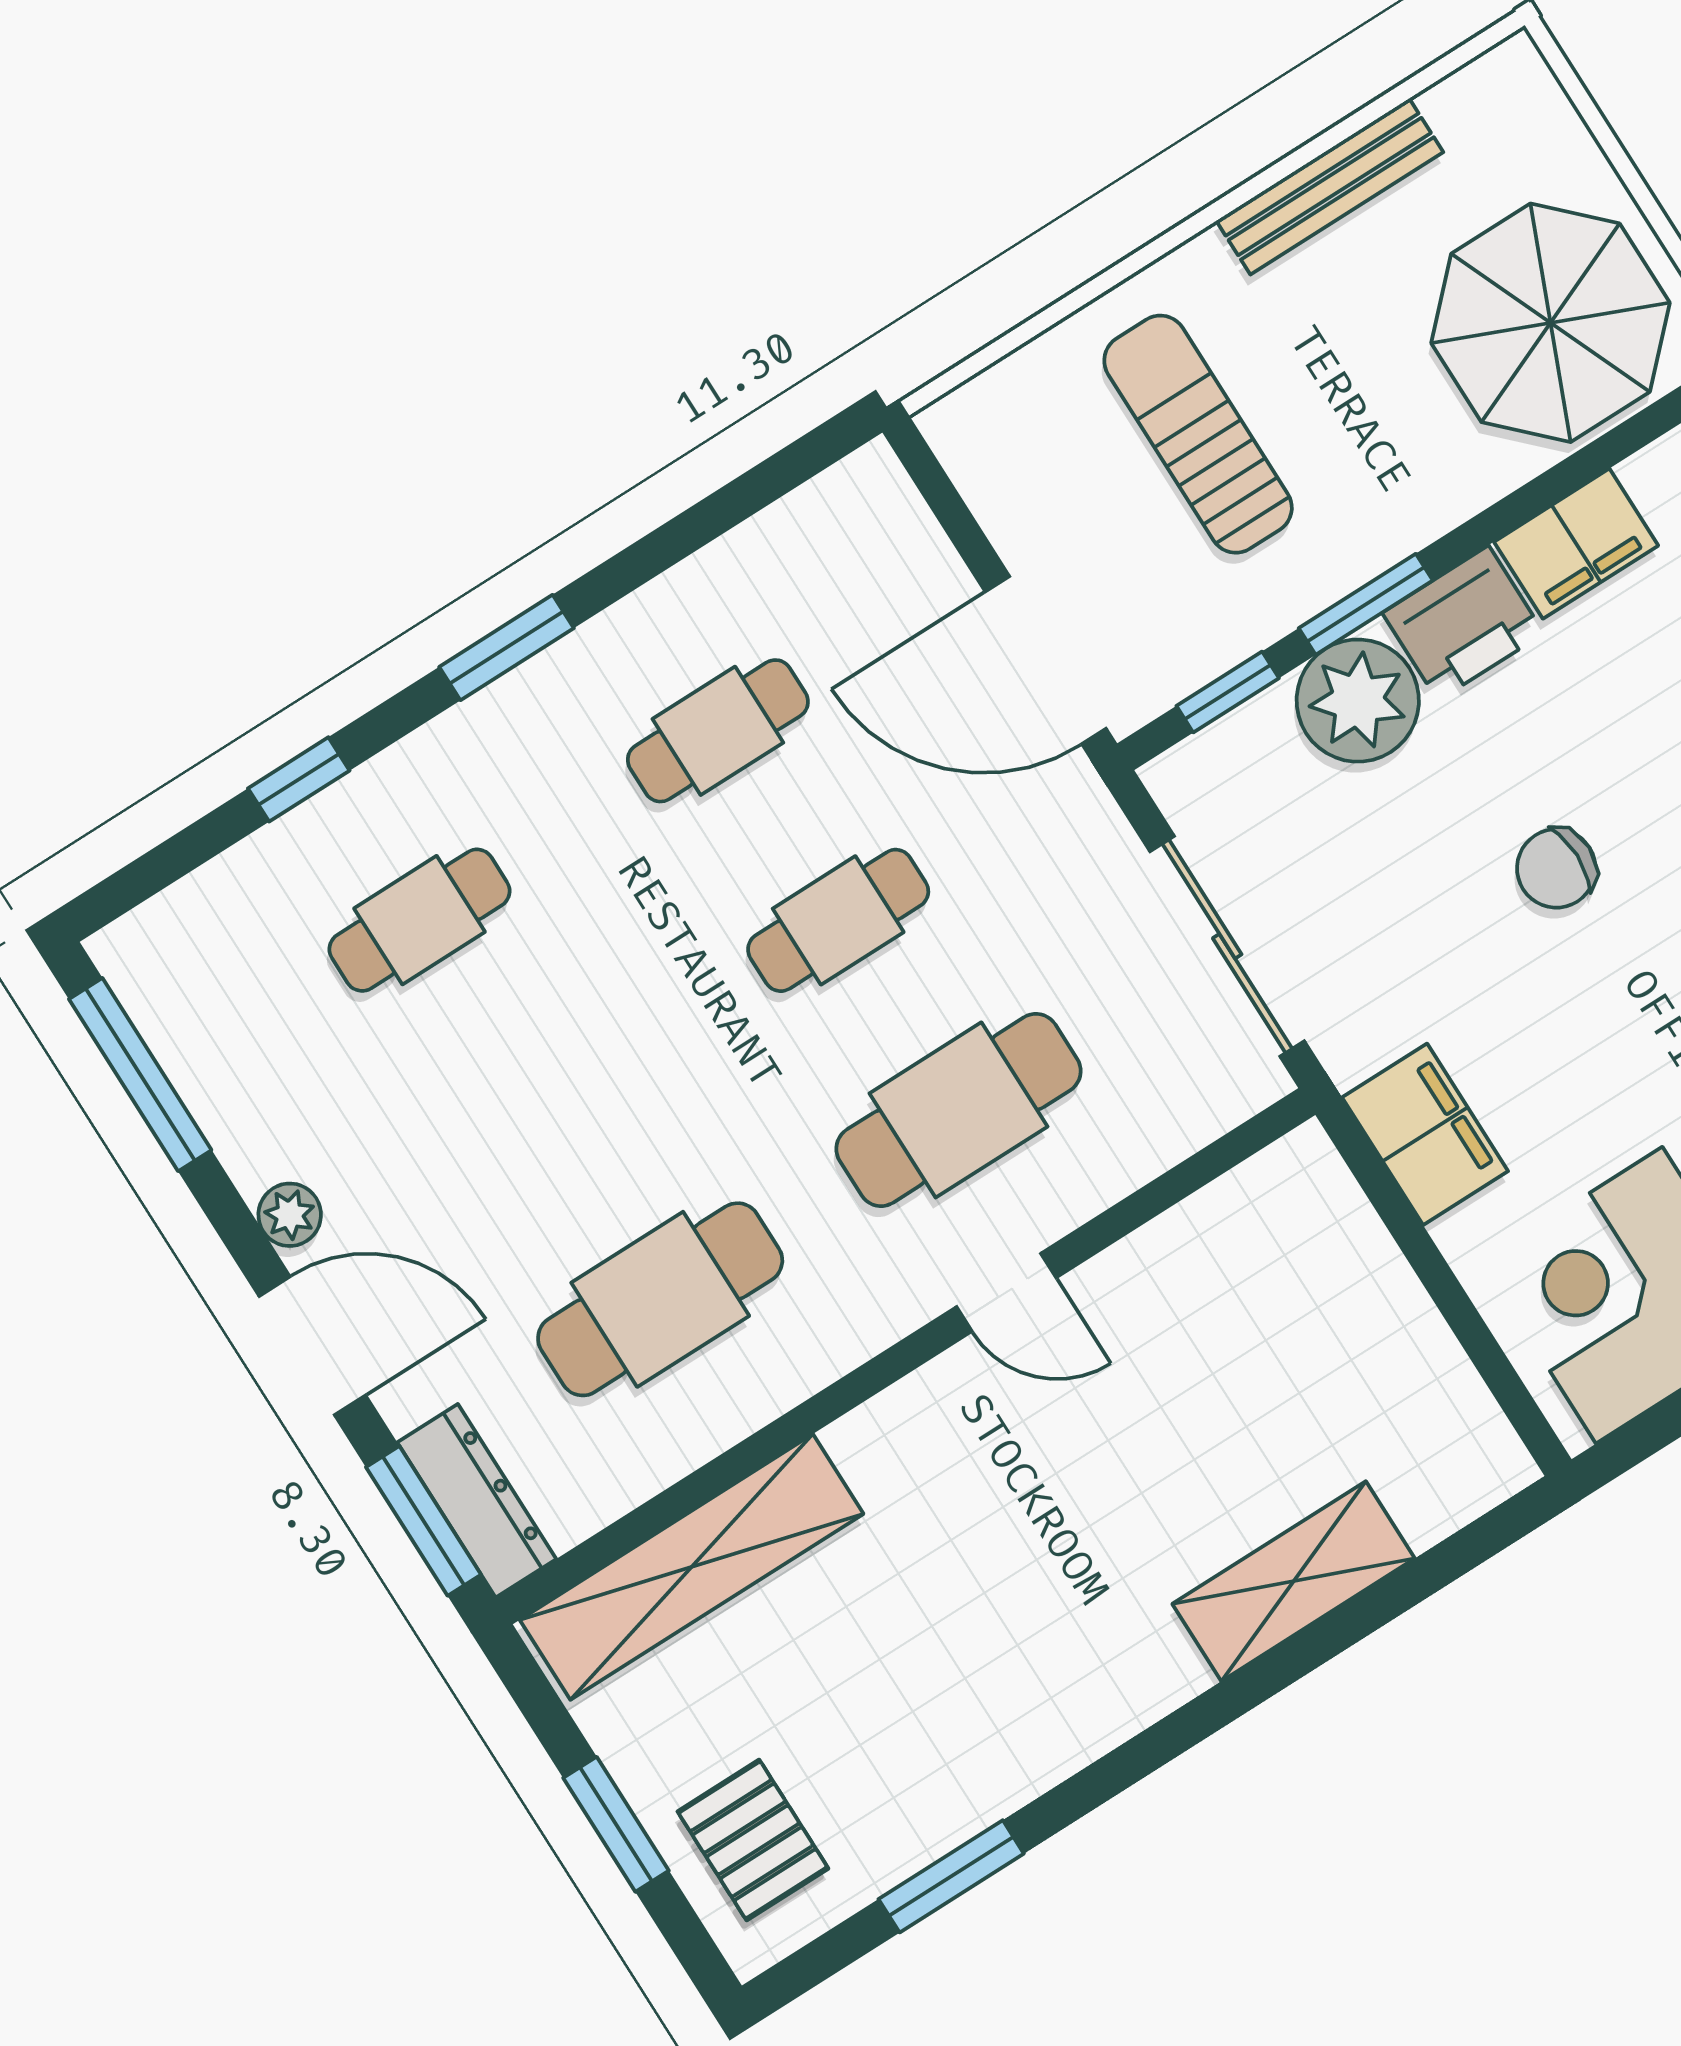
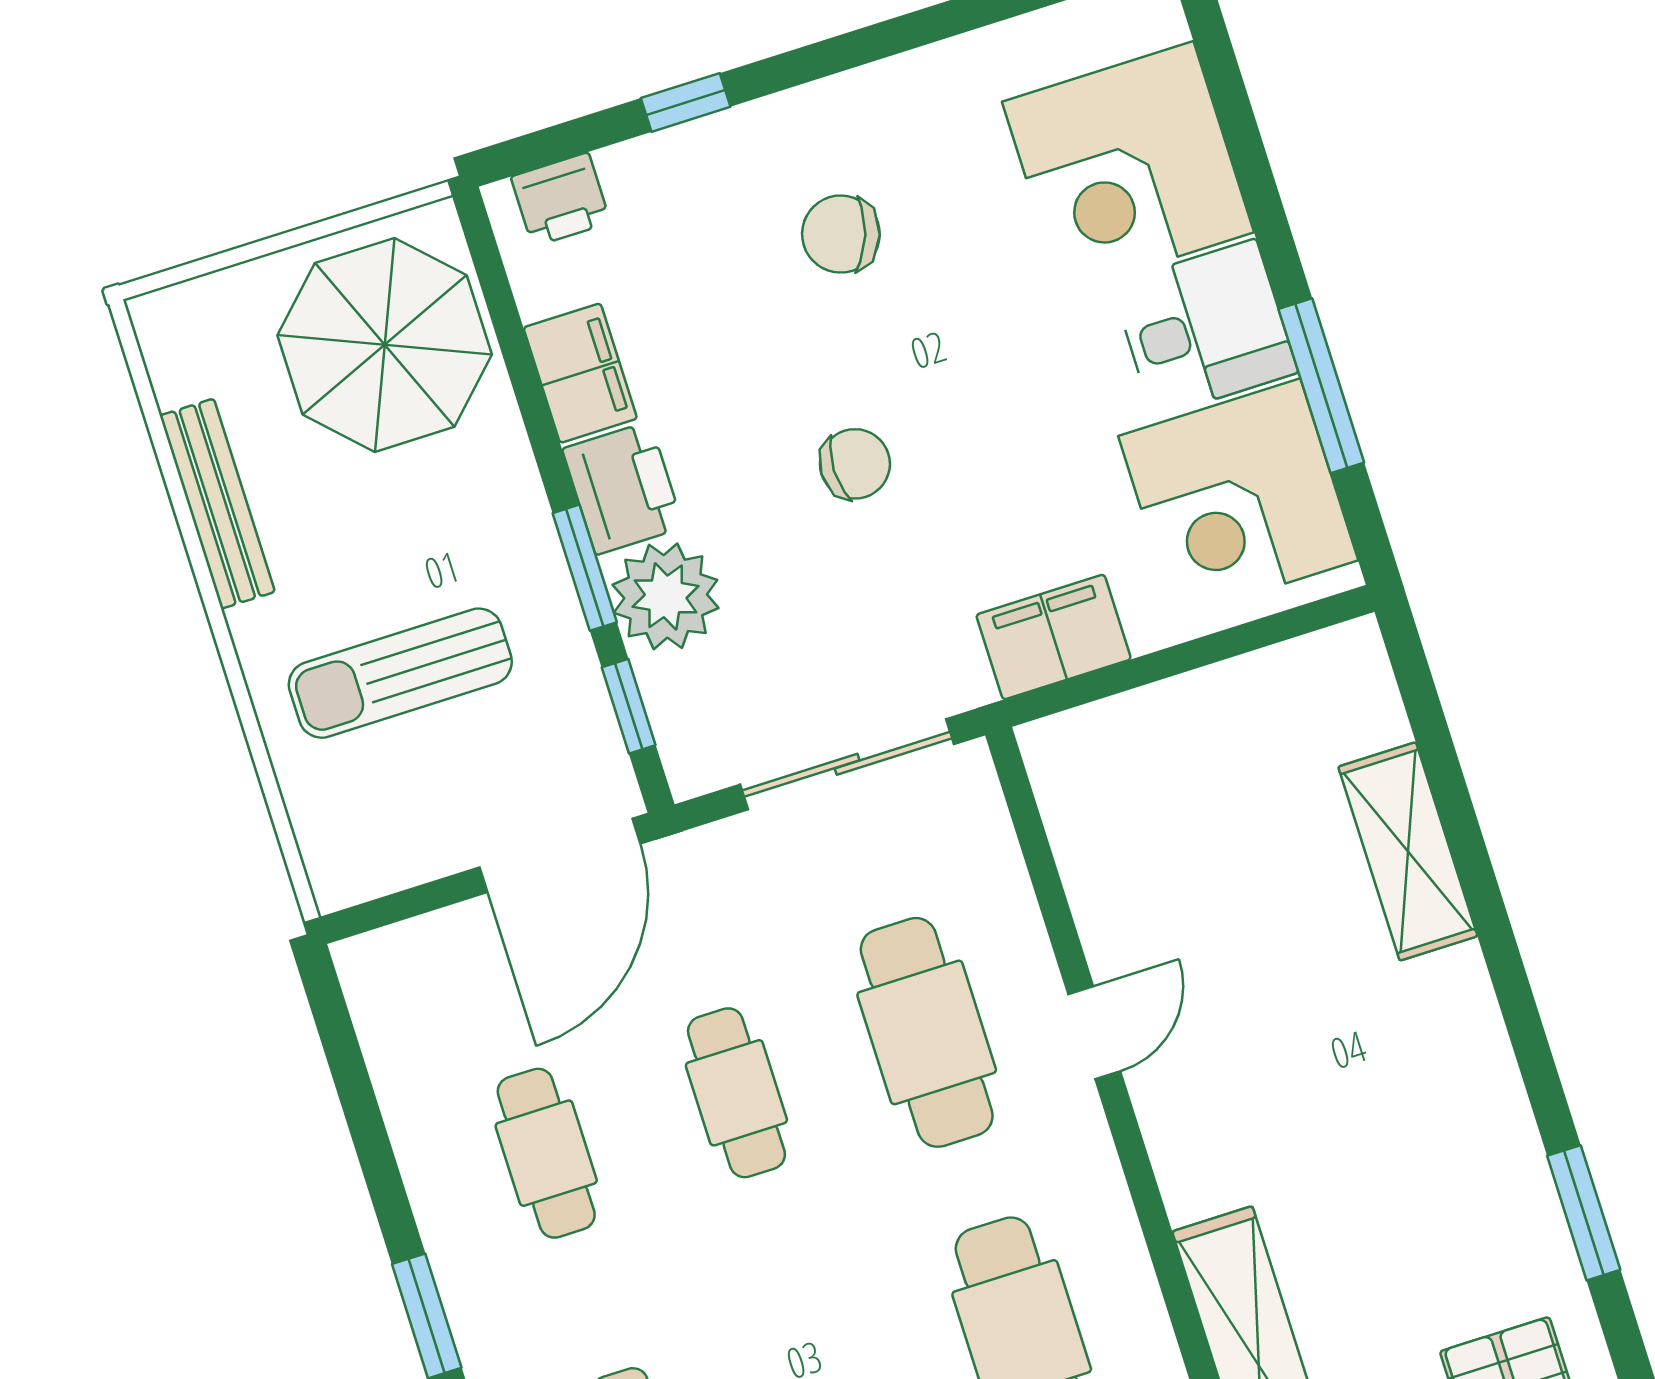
chair: (1556, 868) -> (855, 464), turned -90

